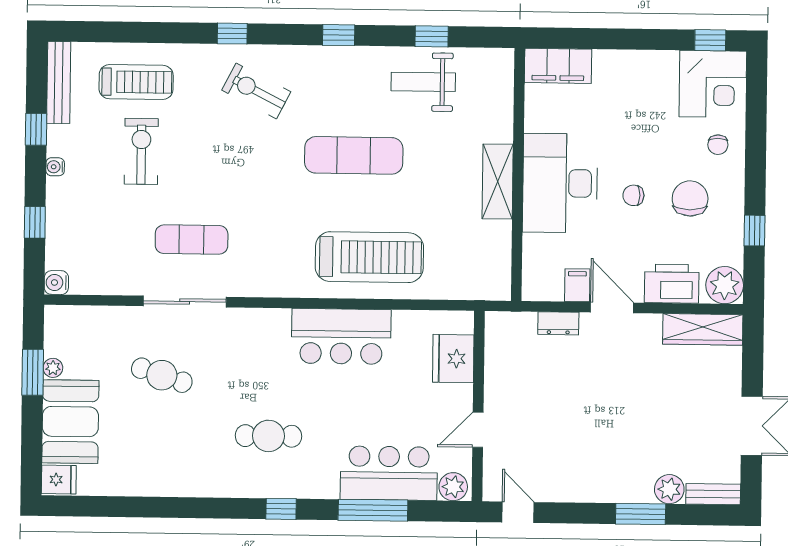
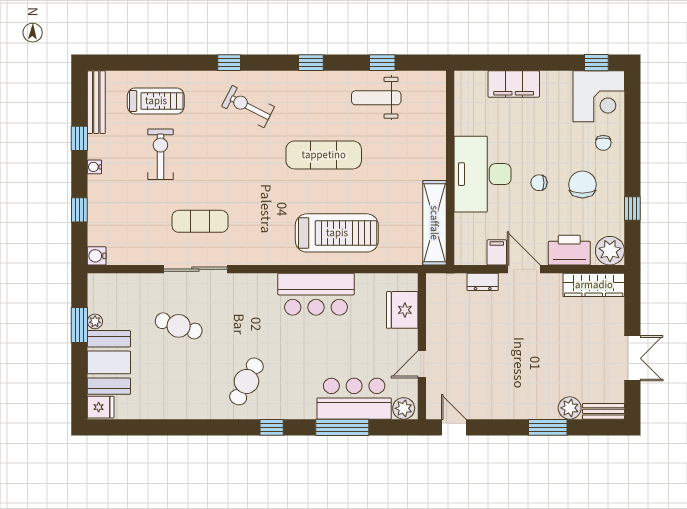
filing cabinet: (558, 66) -> (514, 84), moved
shelving: (498, 182) -> (434, 223), moved, width x1.47
cafe table: (268, 436) -> (246, 381), moved, turned -62

